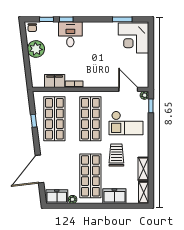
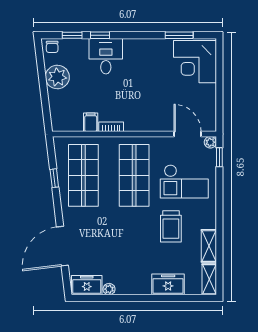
filing cabinet: (55, 81) -> (91, 122), width x0.50
trolley: (116, 155) -> (171, 226), turned 180
shop shelf: (90, 176) -> (134, 256), removed

